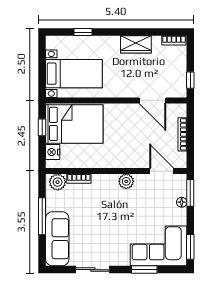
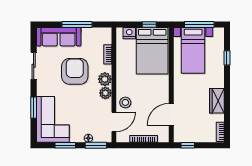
window: (42, 66) -> (199, 24), added
stool: (138, 157) -> (125, 102), added
plant: (58, 182) -> (105, 79), moved
armchair: (100, 219) -> (75, 71), added
window: (190, 247) -> (65, 145), moved

